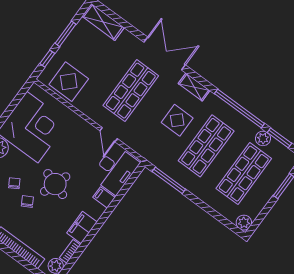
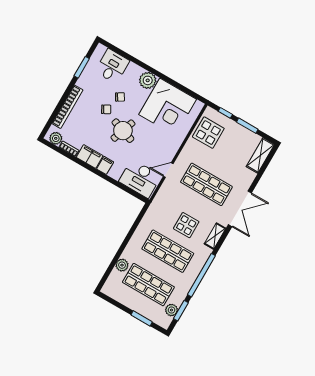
plant: (263, 138) -> (171, 310), moved
window: (169, 180) -> (136, 224), removed
filing cabinet: (104, 197) -> (105, 165), moved
plant: (244, 223) -> (122, 265), moved

